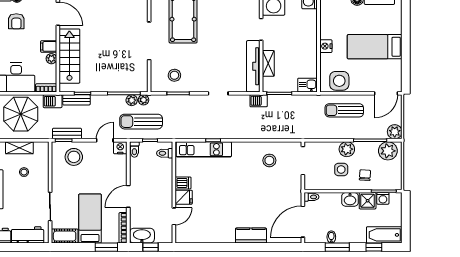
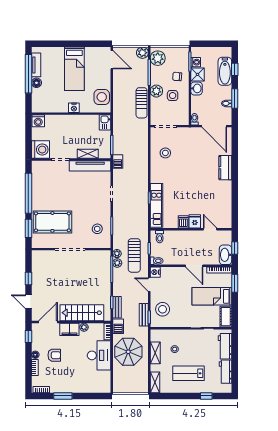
filing cabinet: (49, 46) -> (69, 329), width x2.00
sun lounger: (344, 110) -> (142, 103), moved
bathtub: (384, 235) -> (225, 71), moved

